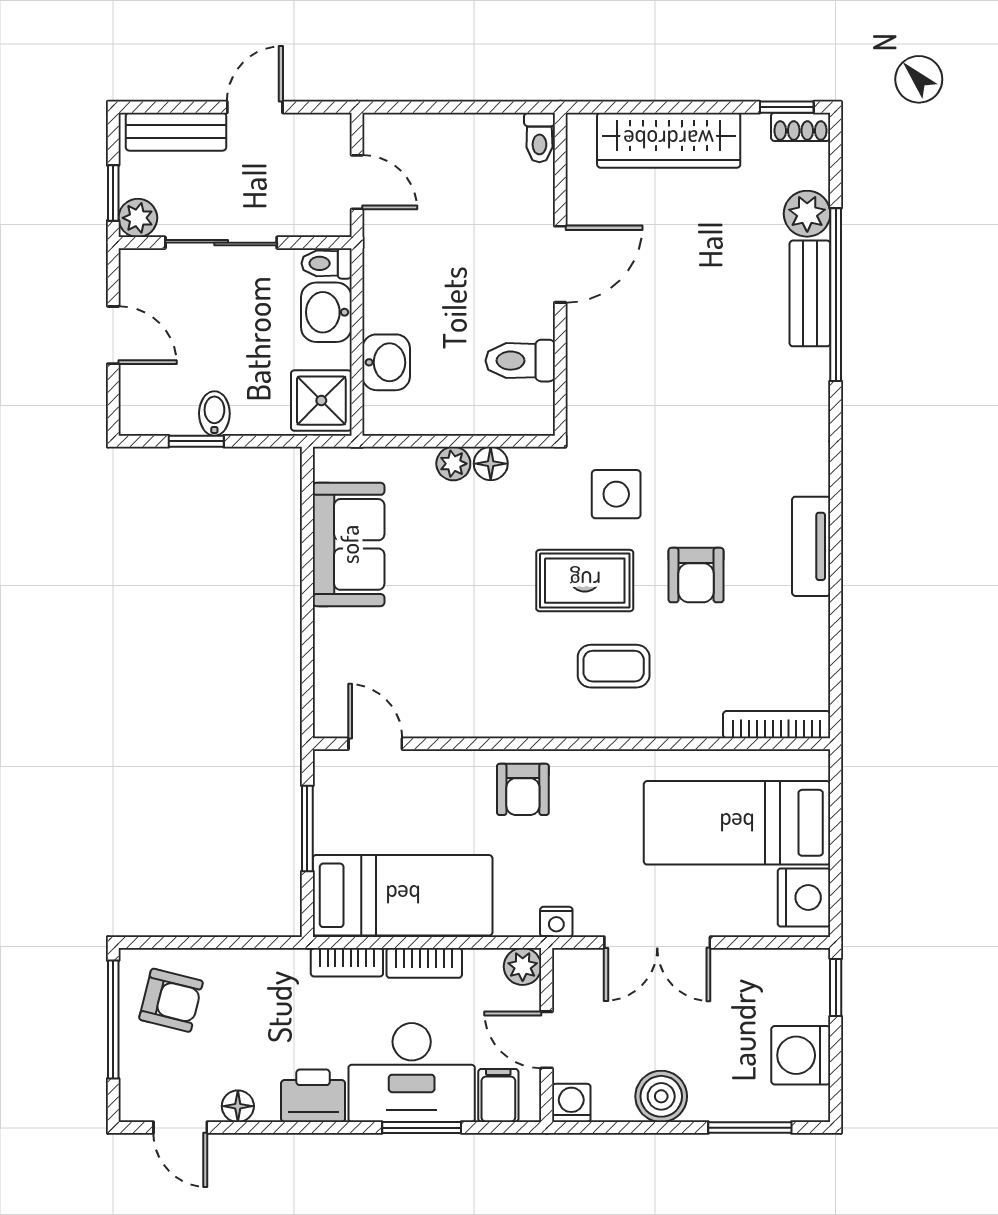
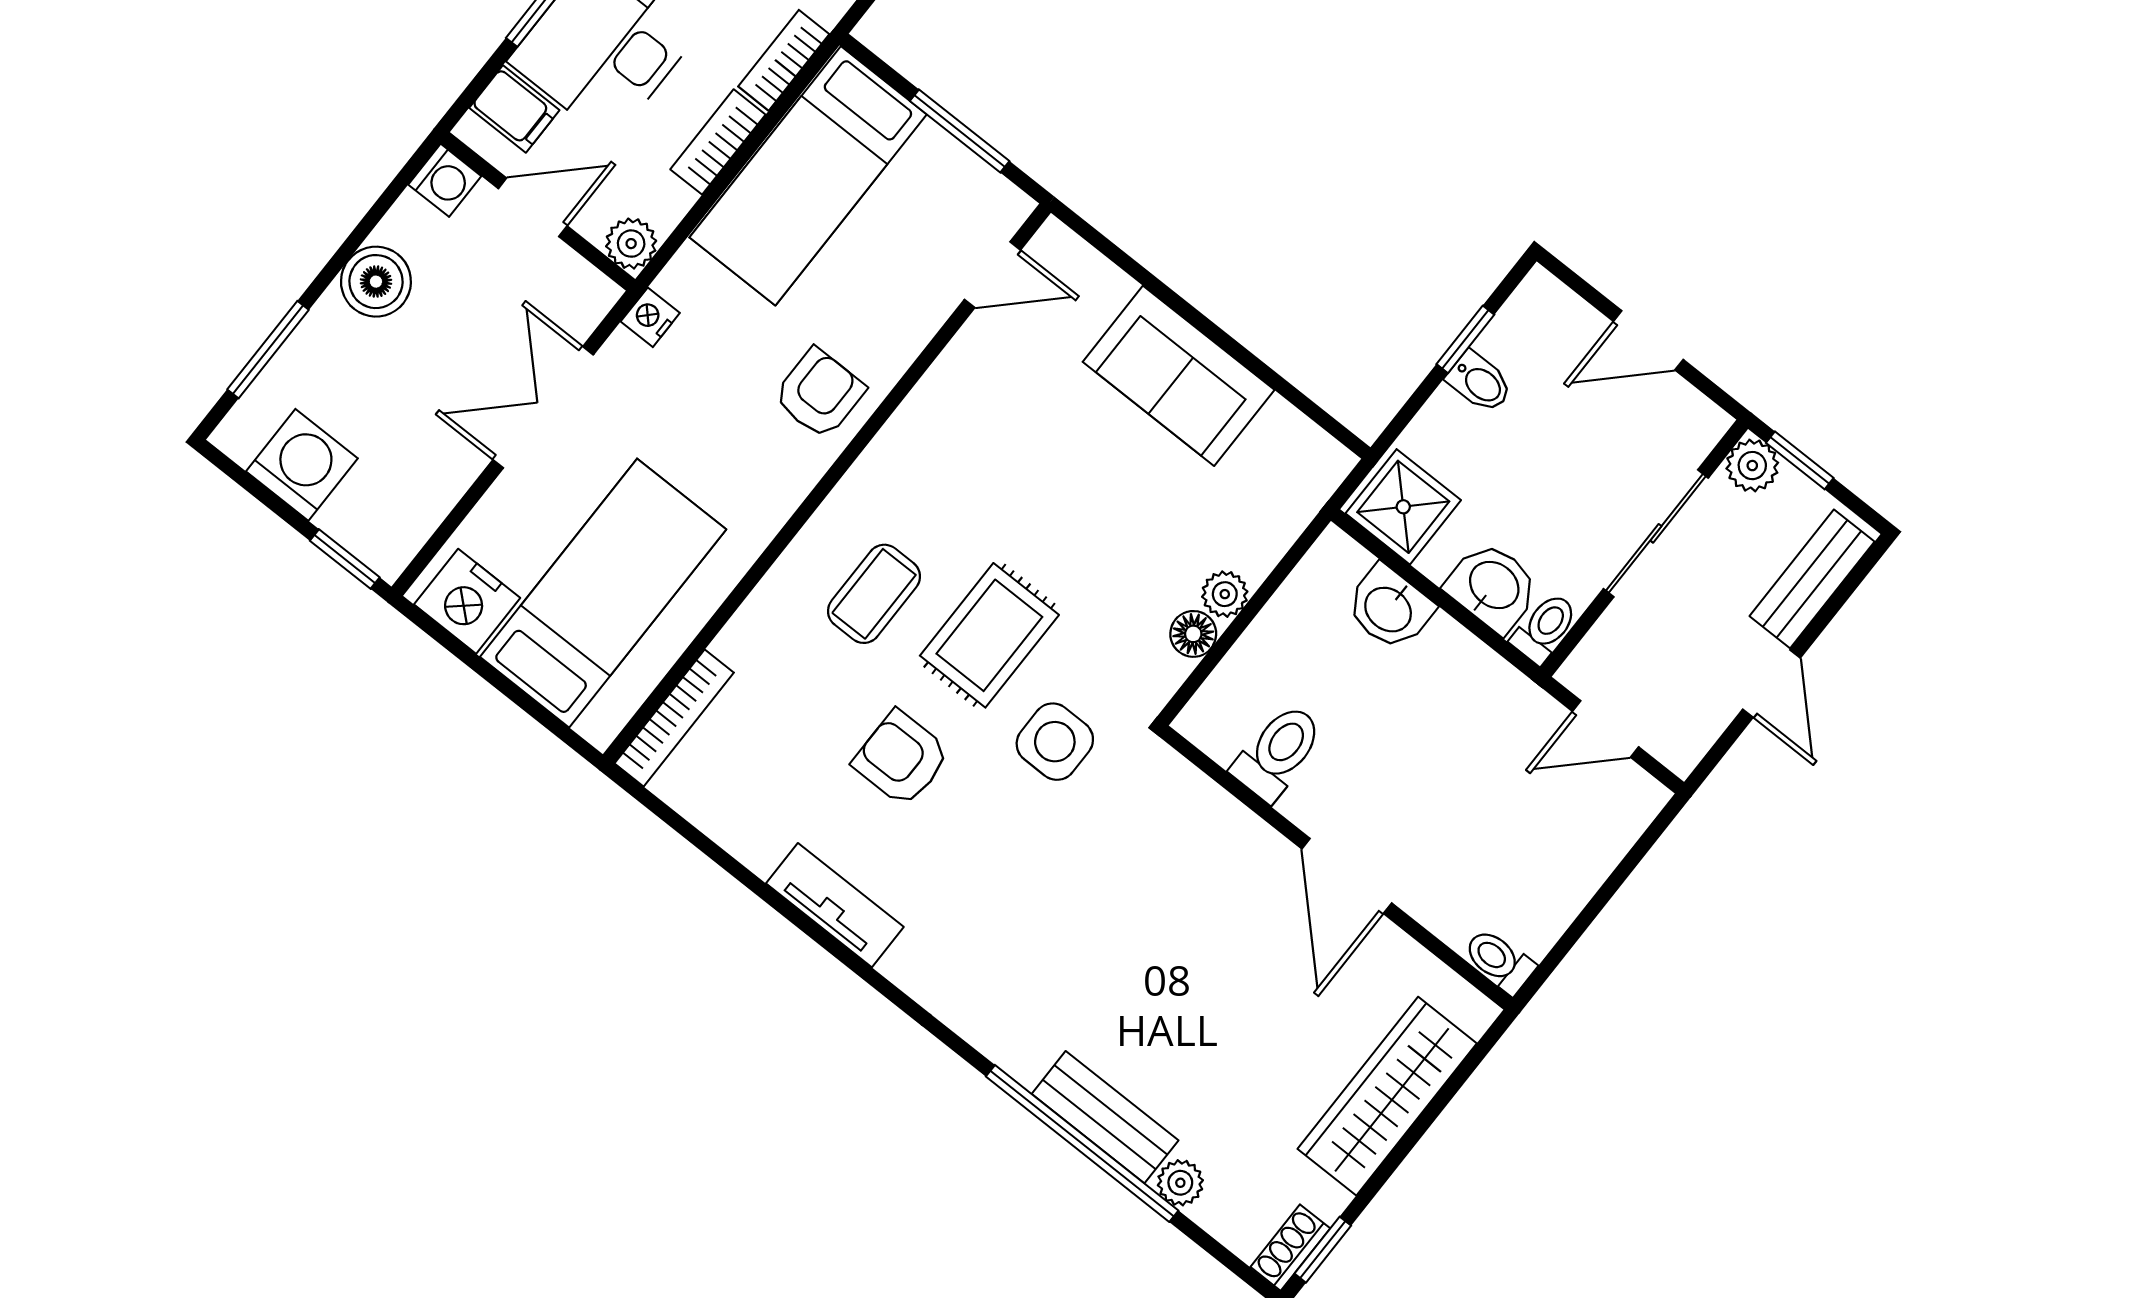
plant: (807, 214) -> (1180, 1183), width x0.73, depth x0.73
sofa: (349, 544) -> (1179, 376), moved
armchair: (523, 789) -> (819, 393), turned 90

